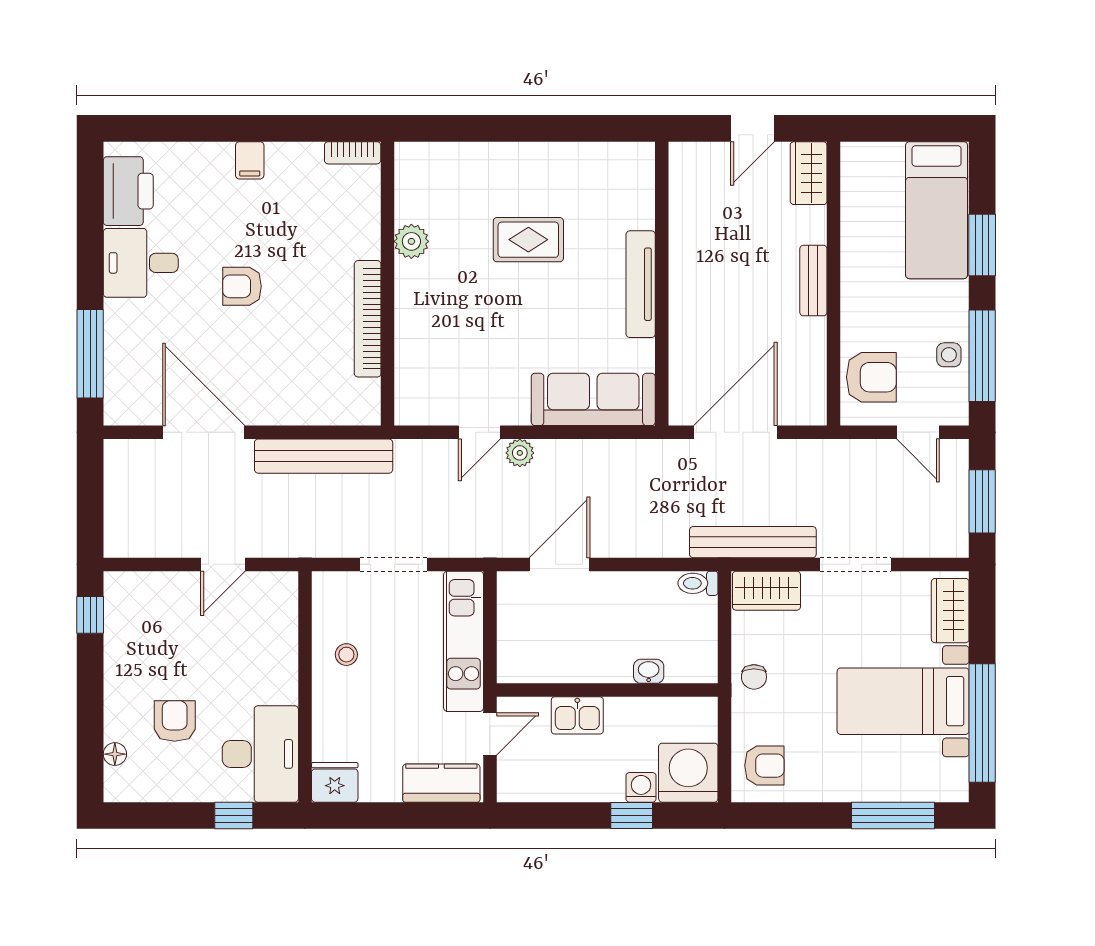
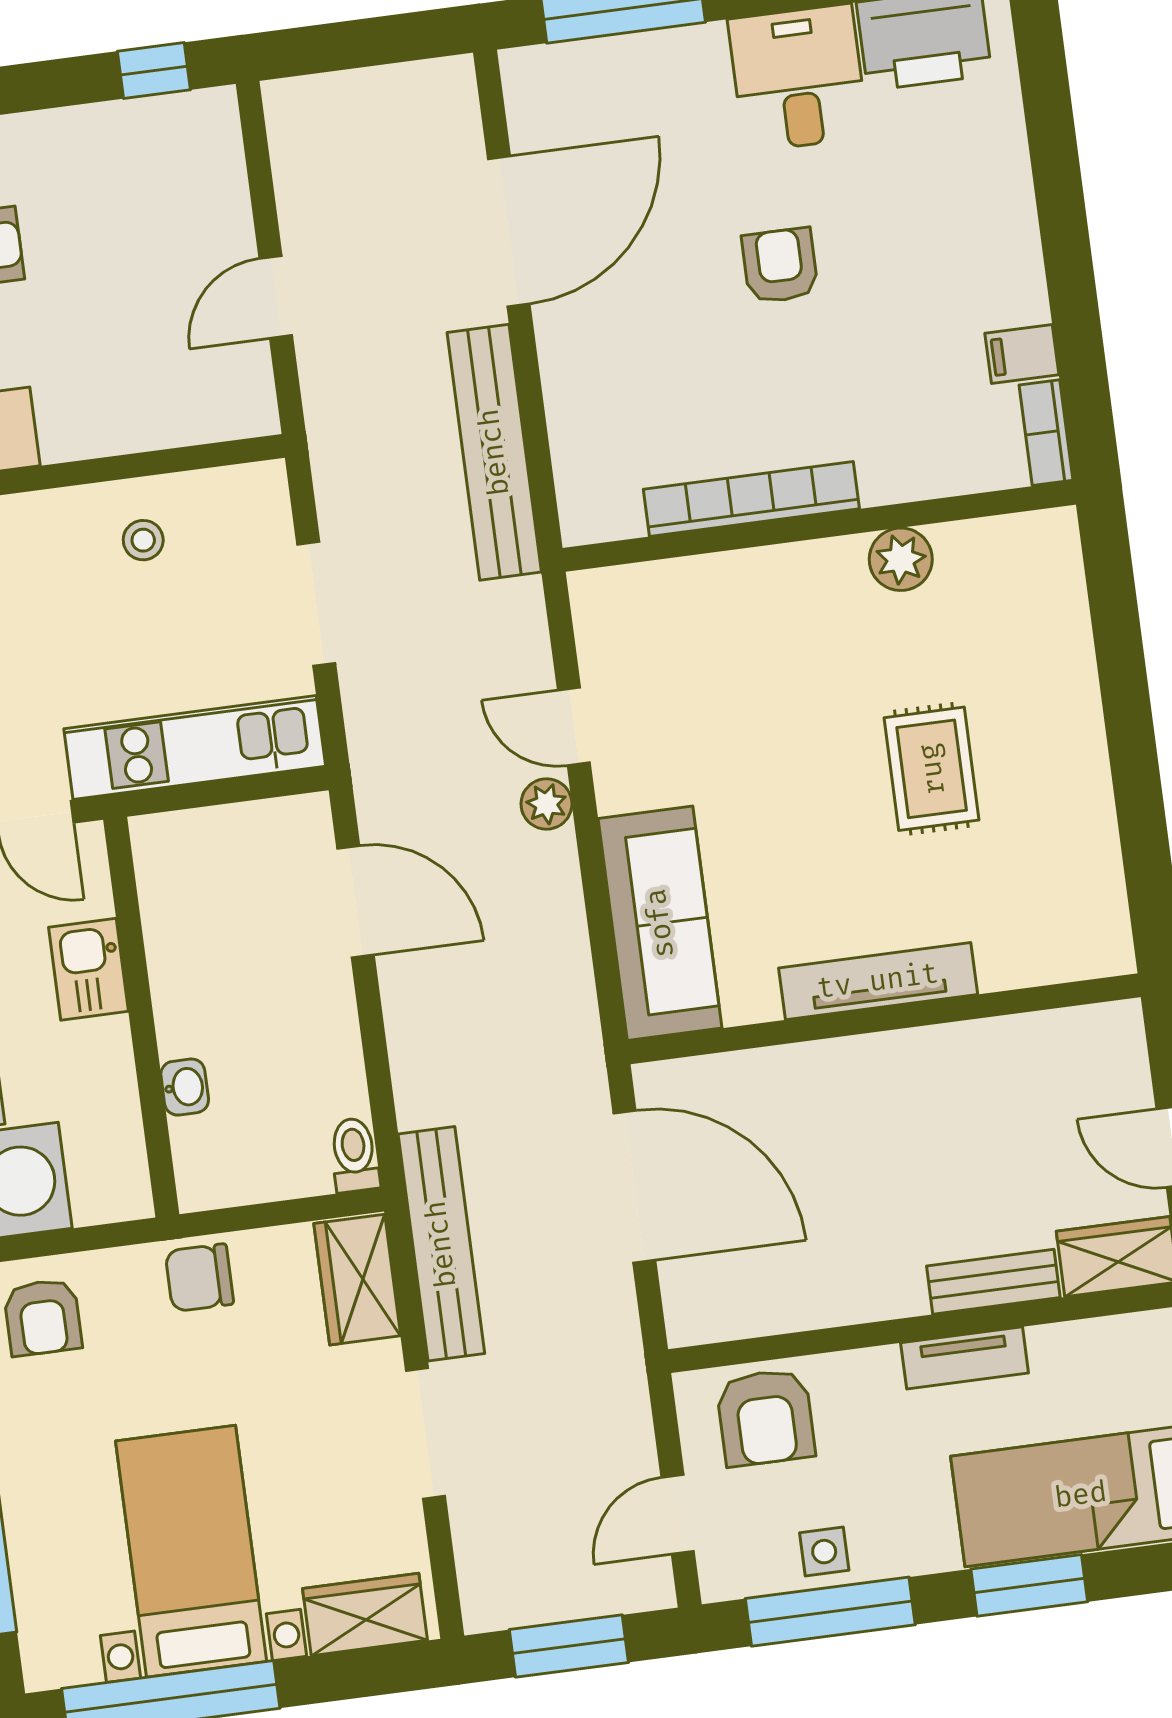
filing cabinet: (250, 160) -> (1022, 354), moved
tv unit: (853, 264) -> (965, 1358), added
bench: (813, 281) -> (993, 1282), moved
door: (223, 564) -> (276, 297), hinge flipped
chair: (754, 677) -> (199, 1278), width x1.37, depth x1.37

